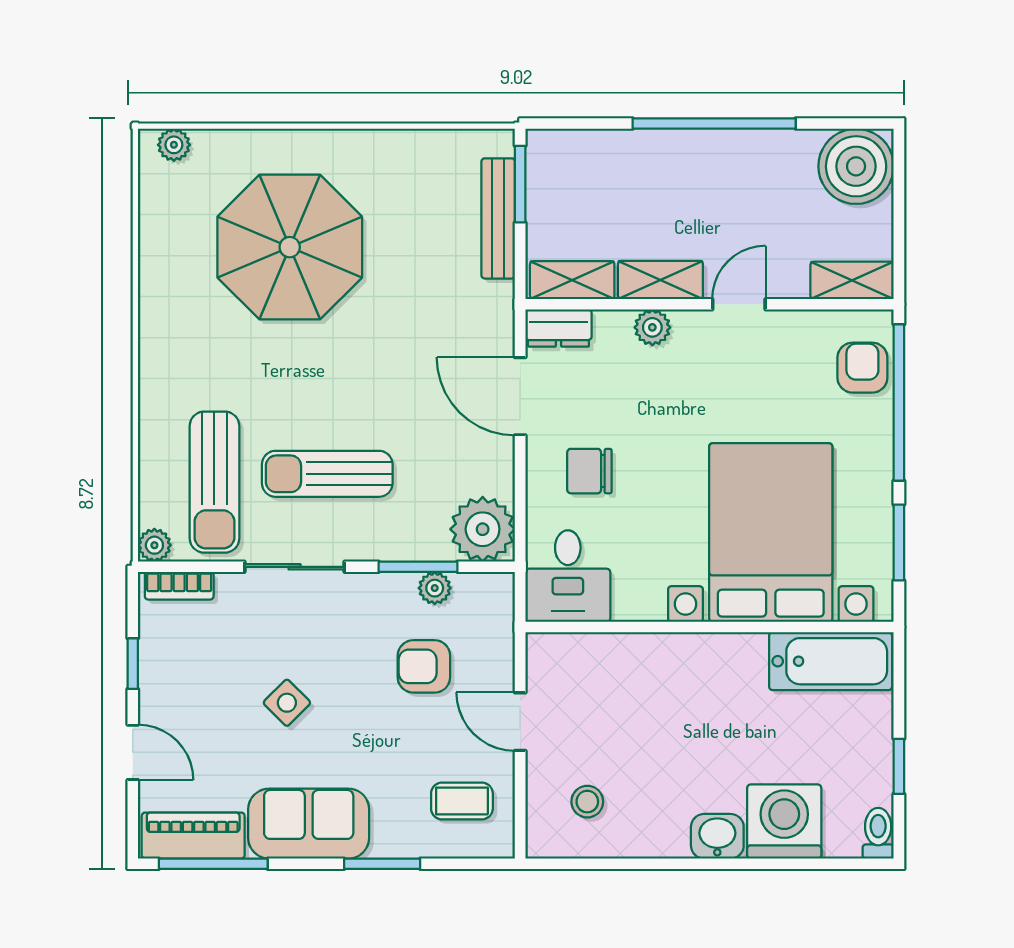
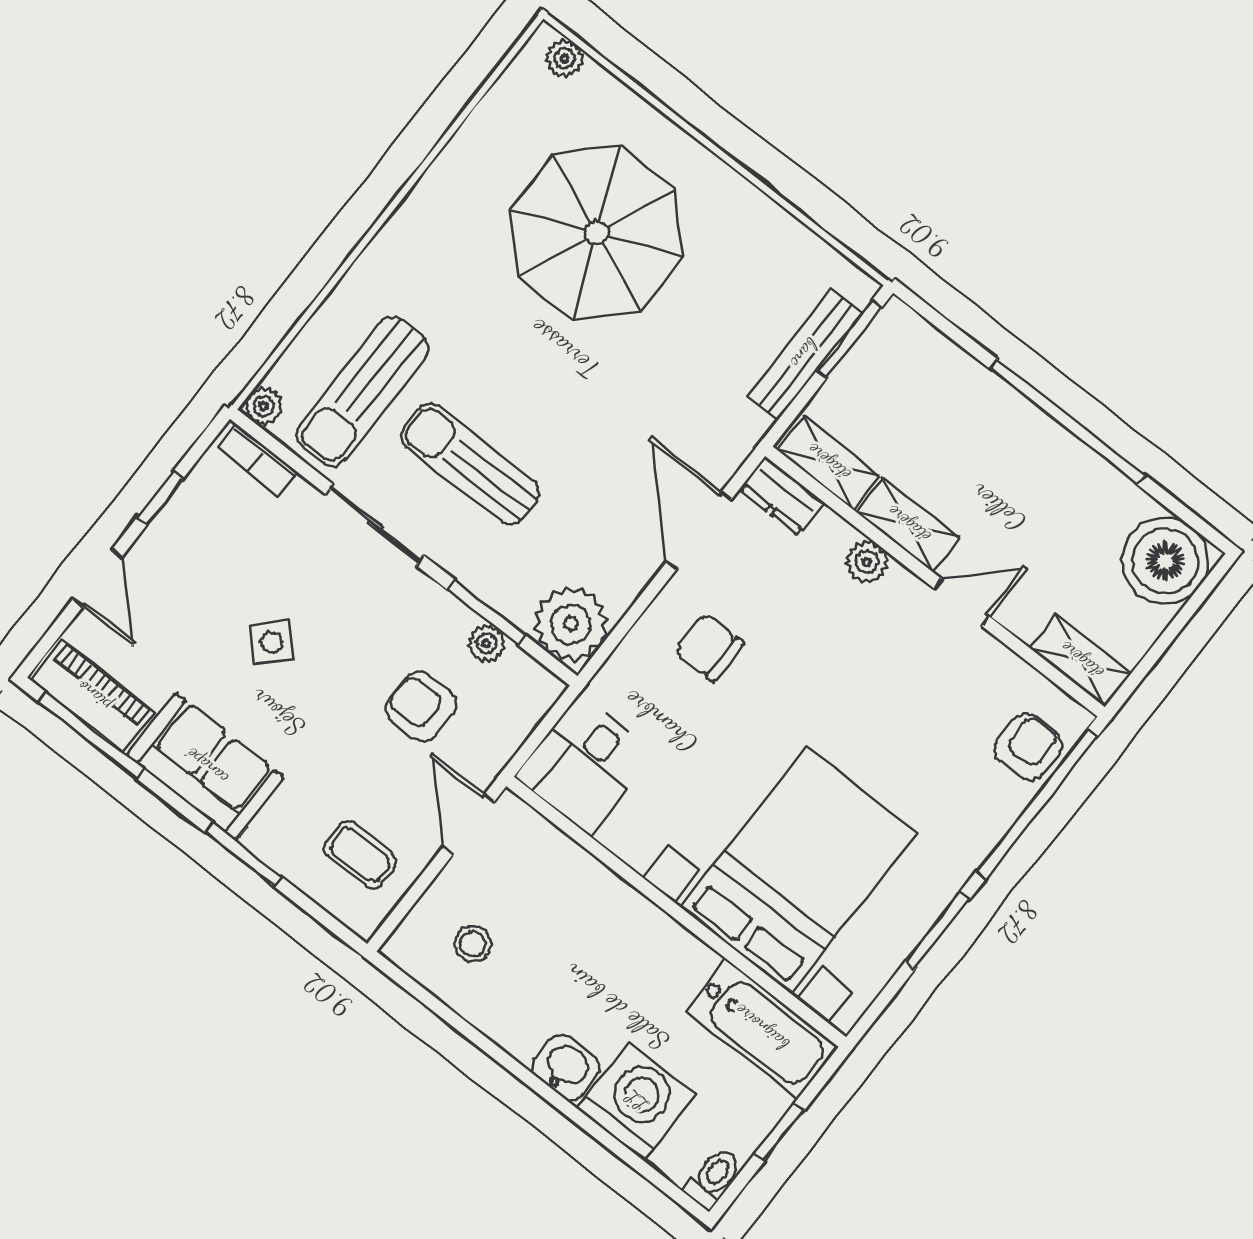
bed with nightstands: (771, 533) -> (798, 870), moved
desk: (568, 576) -> (584, 765), moved
wall: (710, 627) -> (676, 912), moved
bathtub: (831, 661) -> (761, 1028), moved

